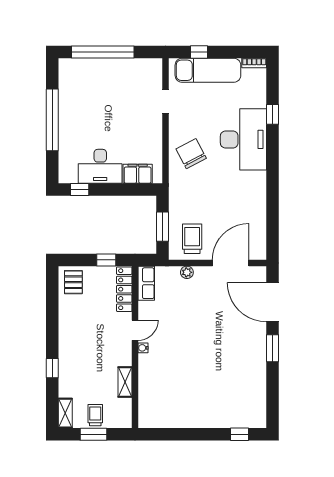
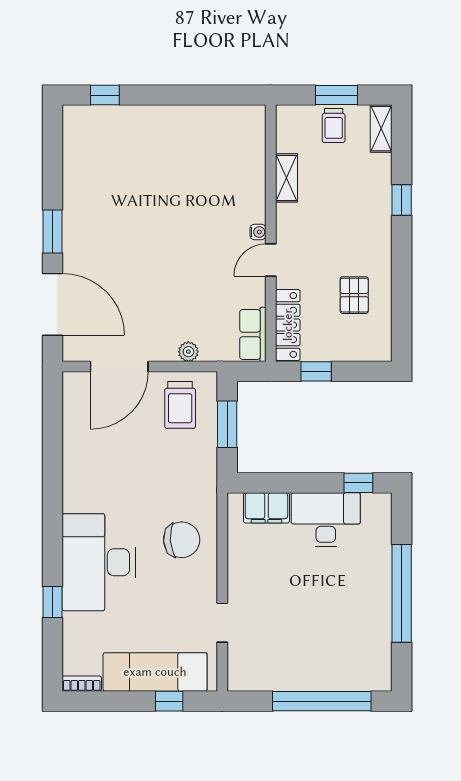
chair: (191, 154) -> (182, 540), turned -66
pallet: (73, 282) -> (354, 295), moved

